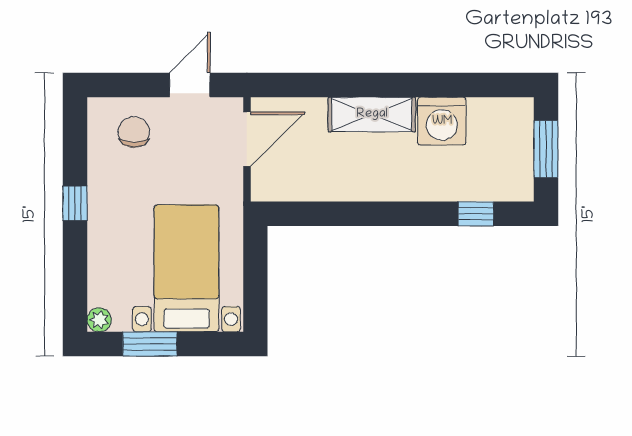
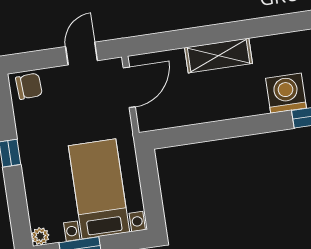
washing machine: (442, 121) -> (286, 93), moved, turned 180
chair: (134, 132) -> (29, 86), moved, turned 87

